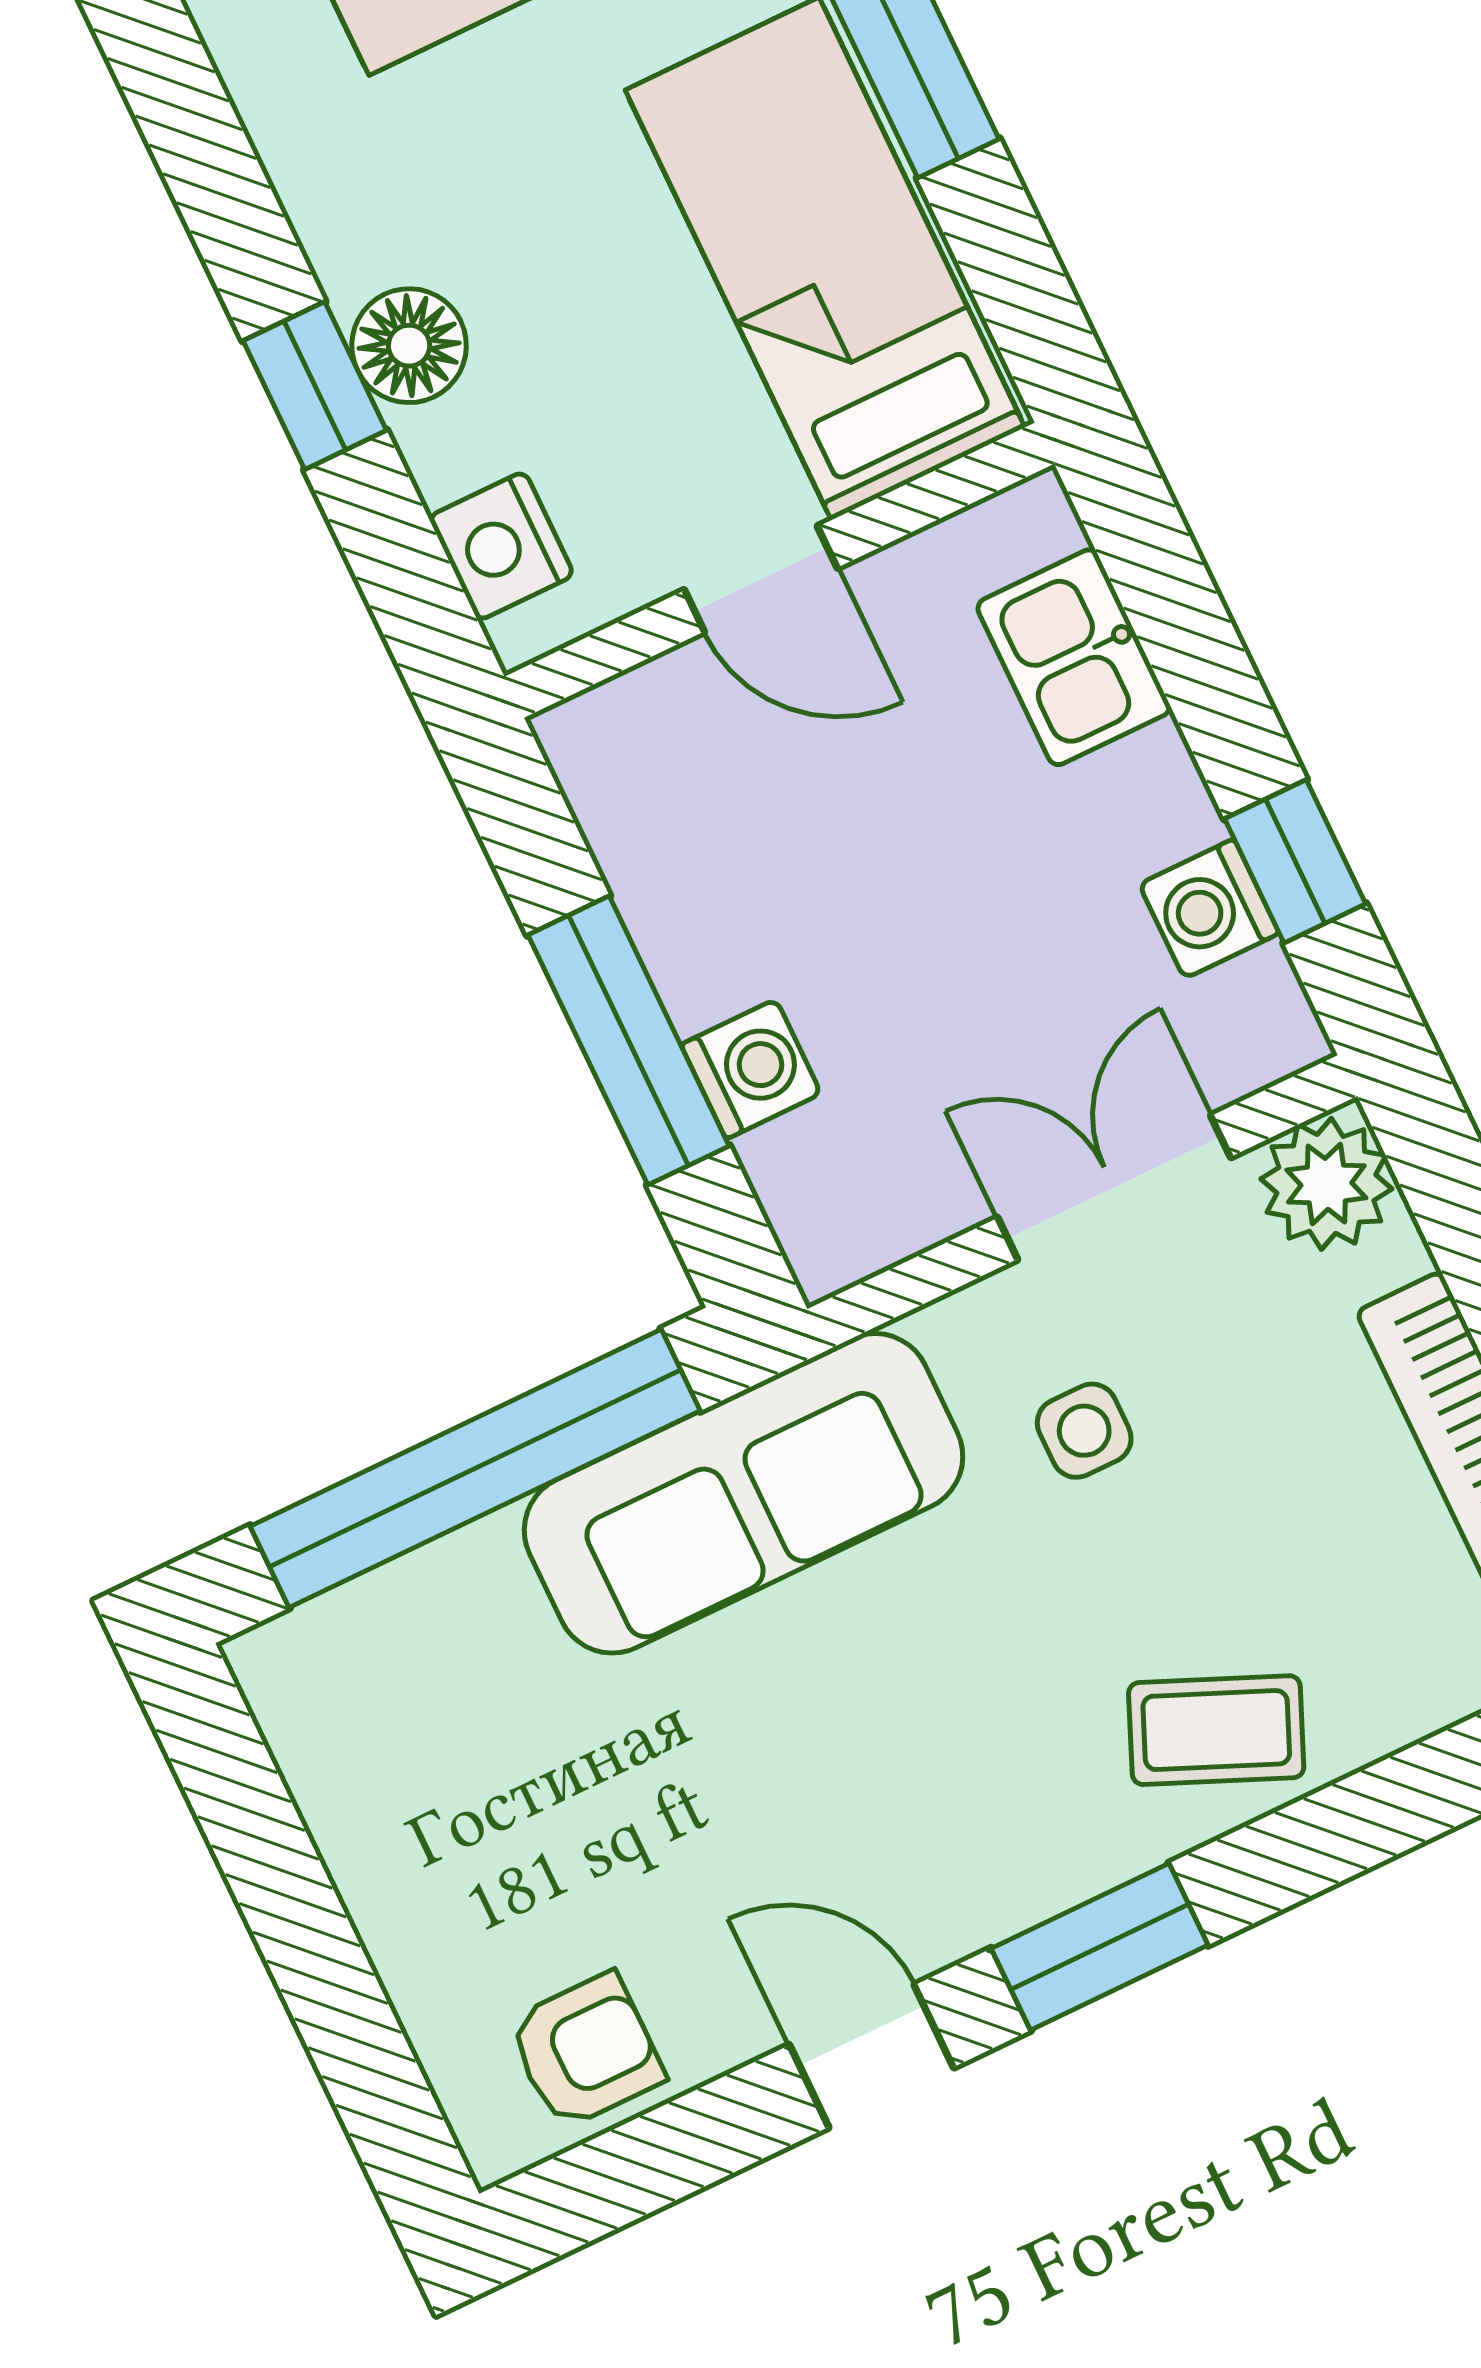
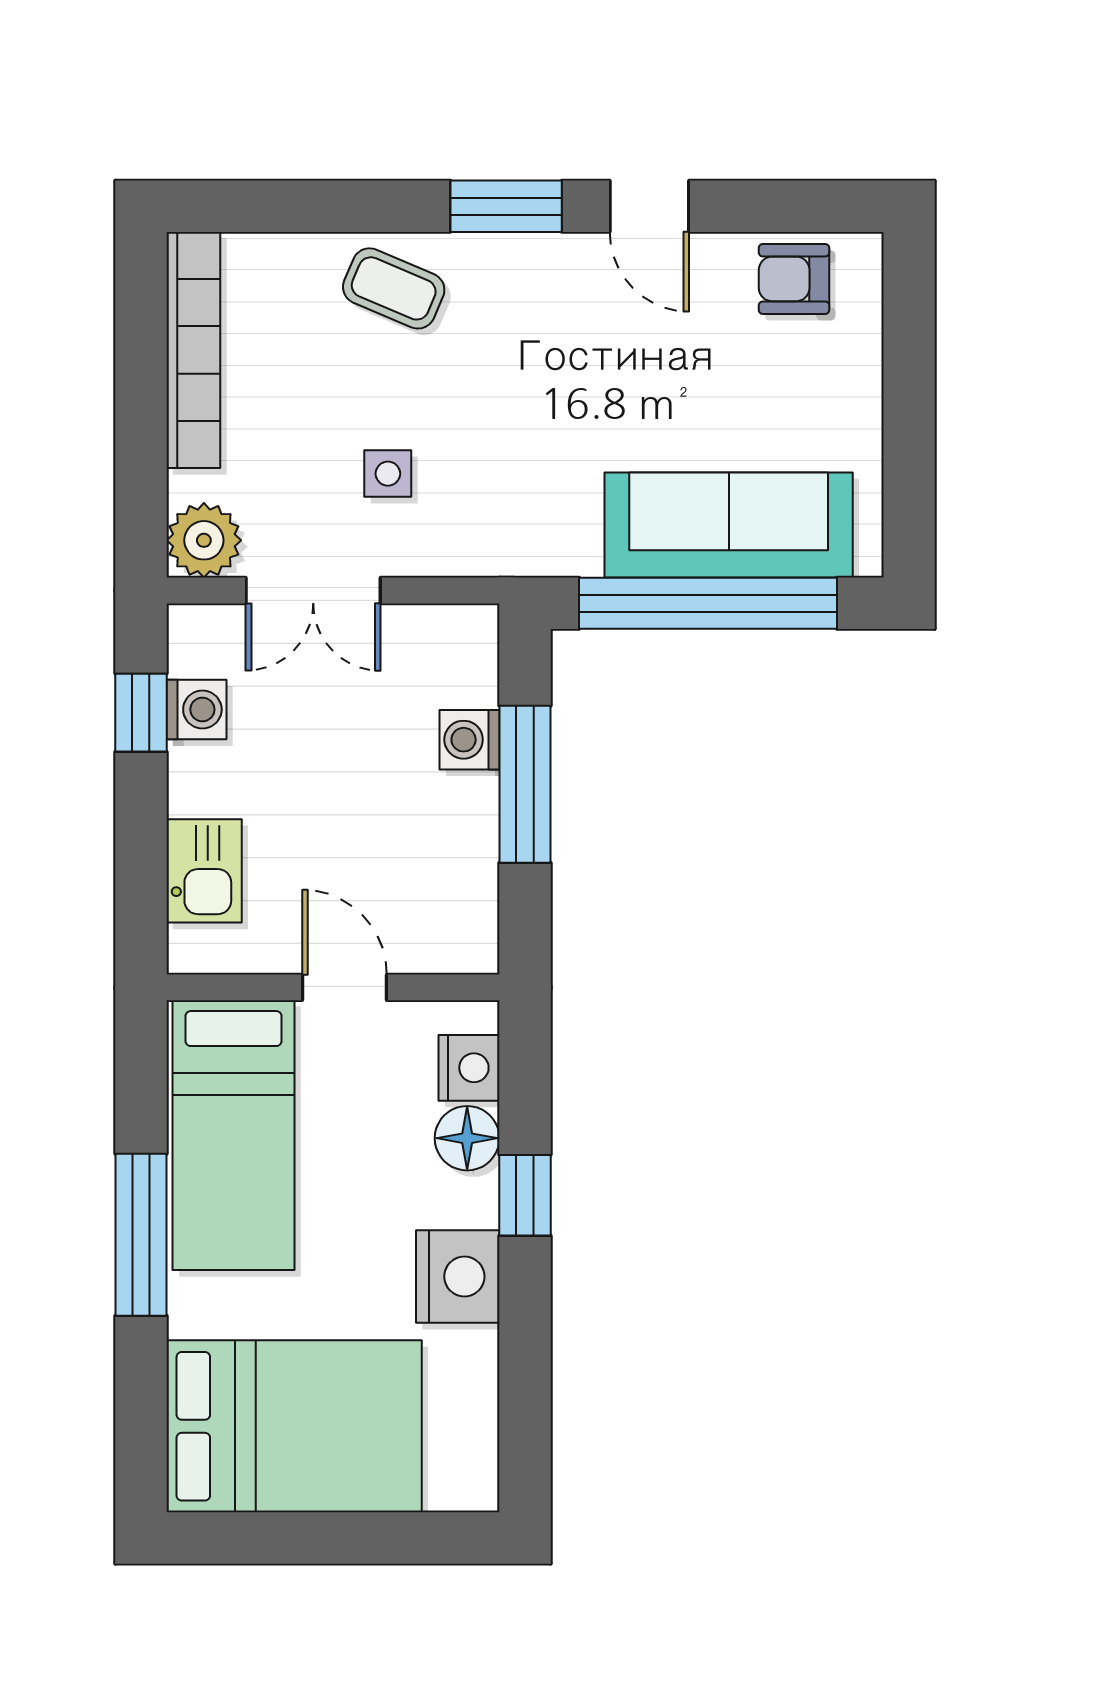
nightstand: (360, 205) -> (458, 1277), added
floor lamp: (409, 346) -> (467, 1138), moved
sofa: (744, 1493) -> (729, 525), moved

